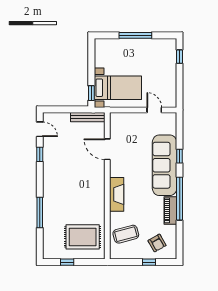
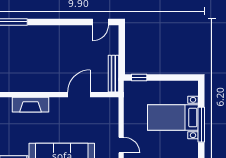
bed with nightstands: (118, 88) -> (173, 118), moved, turned 90
door: (154, 110) -> (121, 145), hinge flipped
window: (40, 154) -> (73, 22), removed

